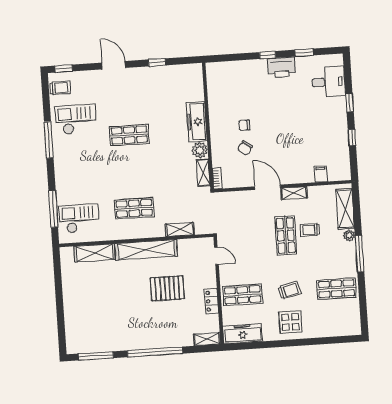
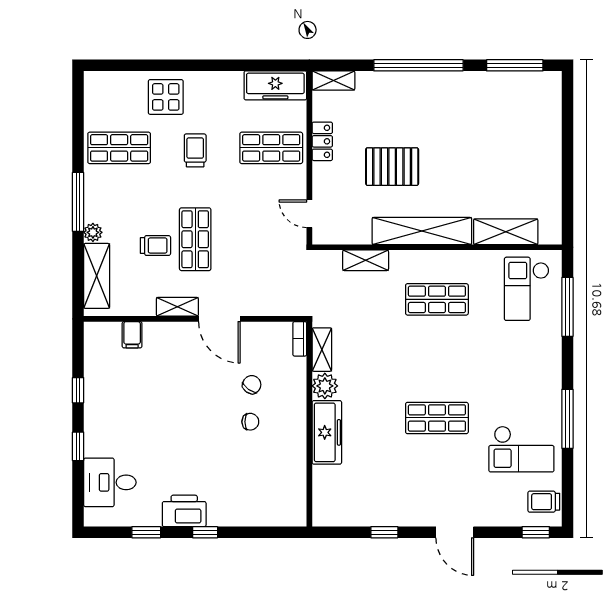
checkout: (79, 218) -> (527, 289), turned 90
trolley: (289, 290) -> (195, 150), turned 103
display table: (290, 322) -> (166, 97), moved

